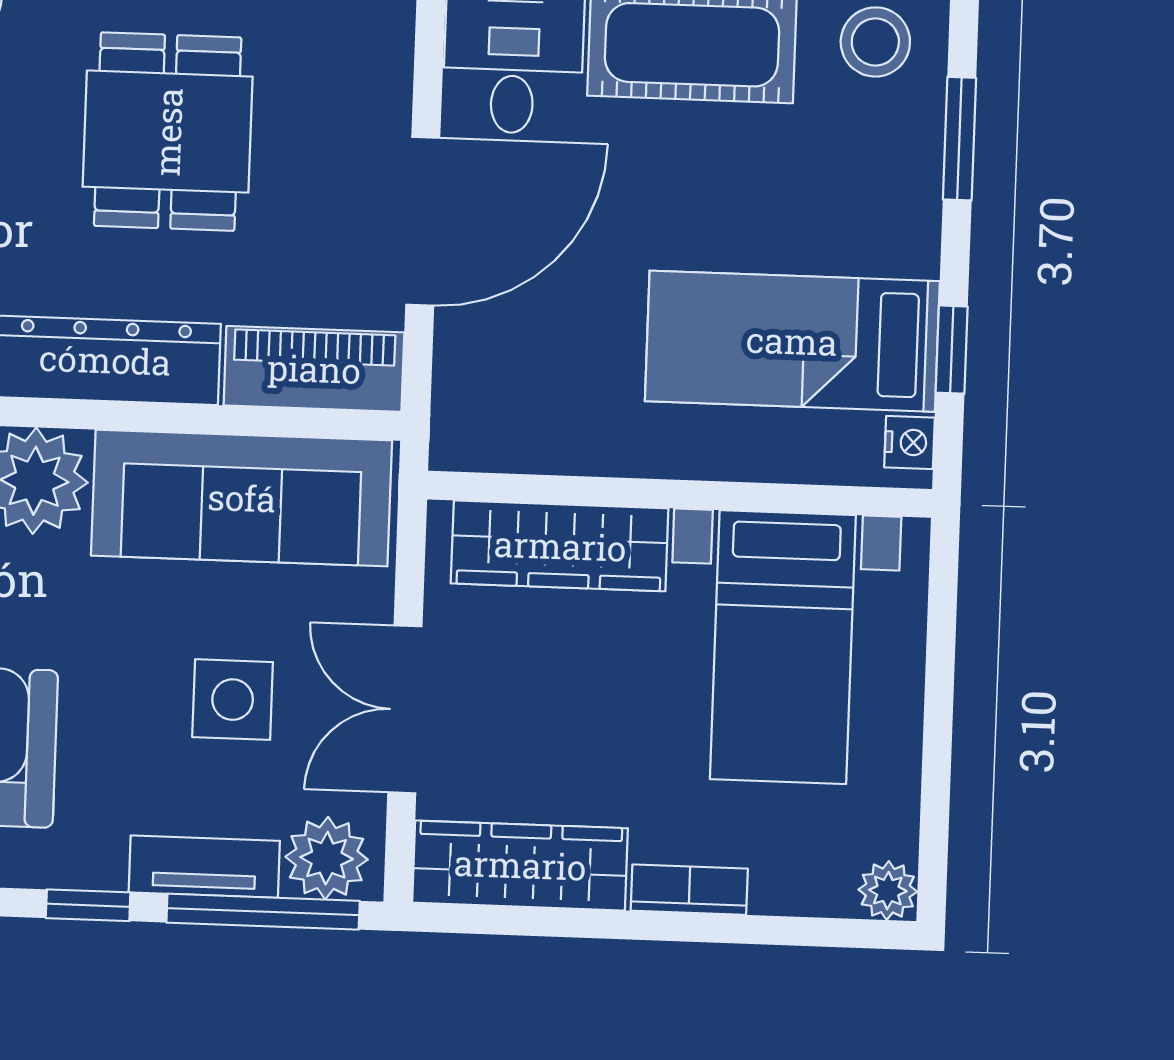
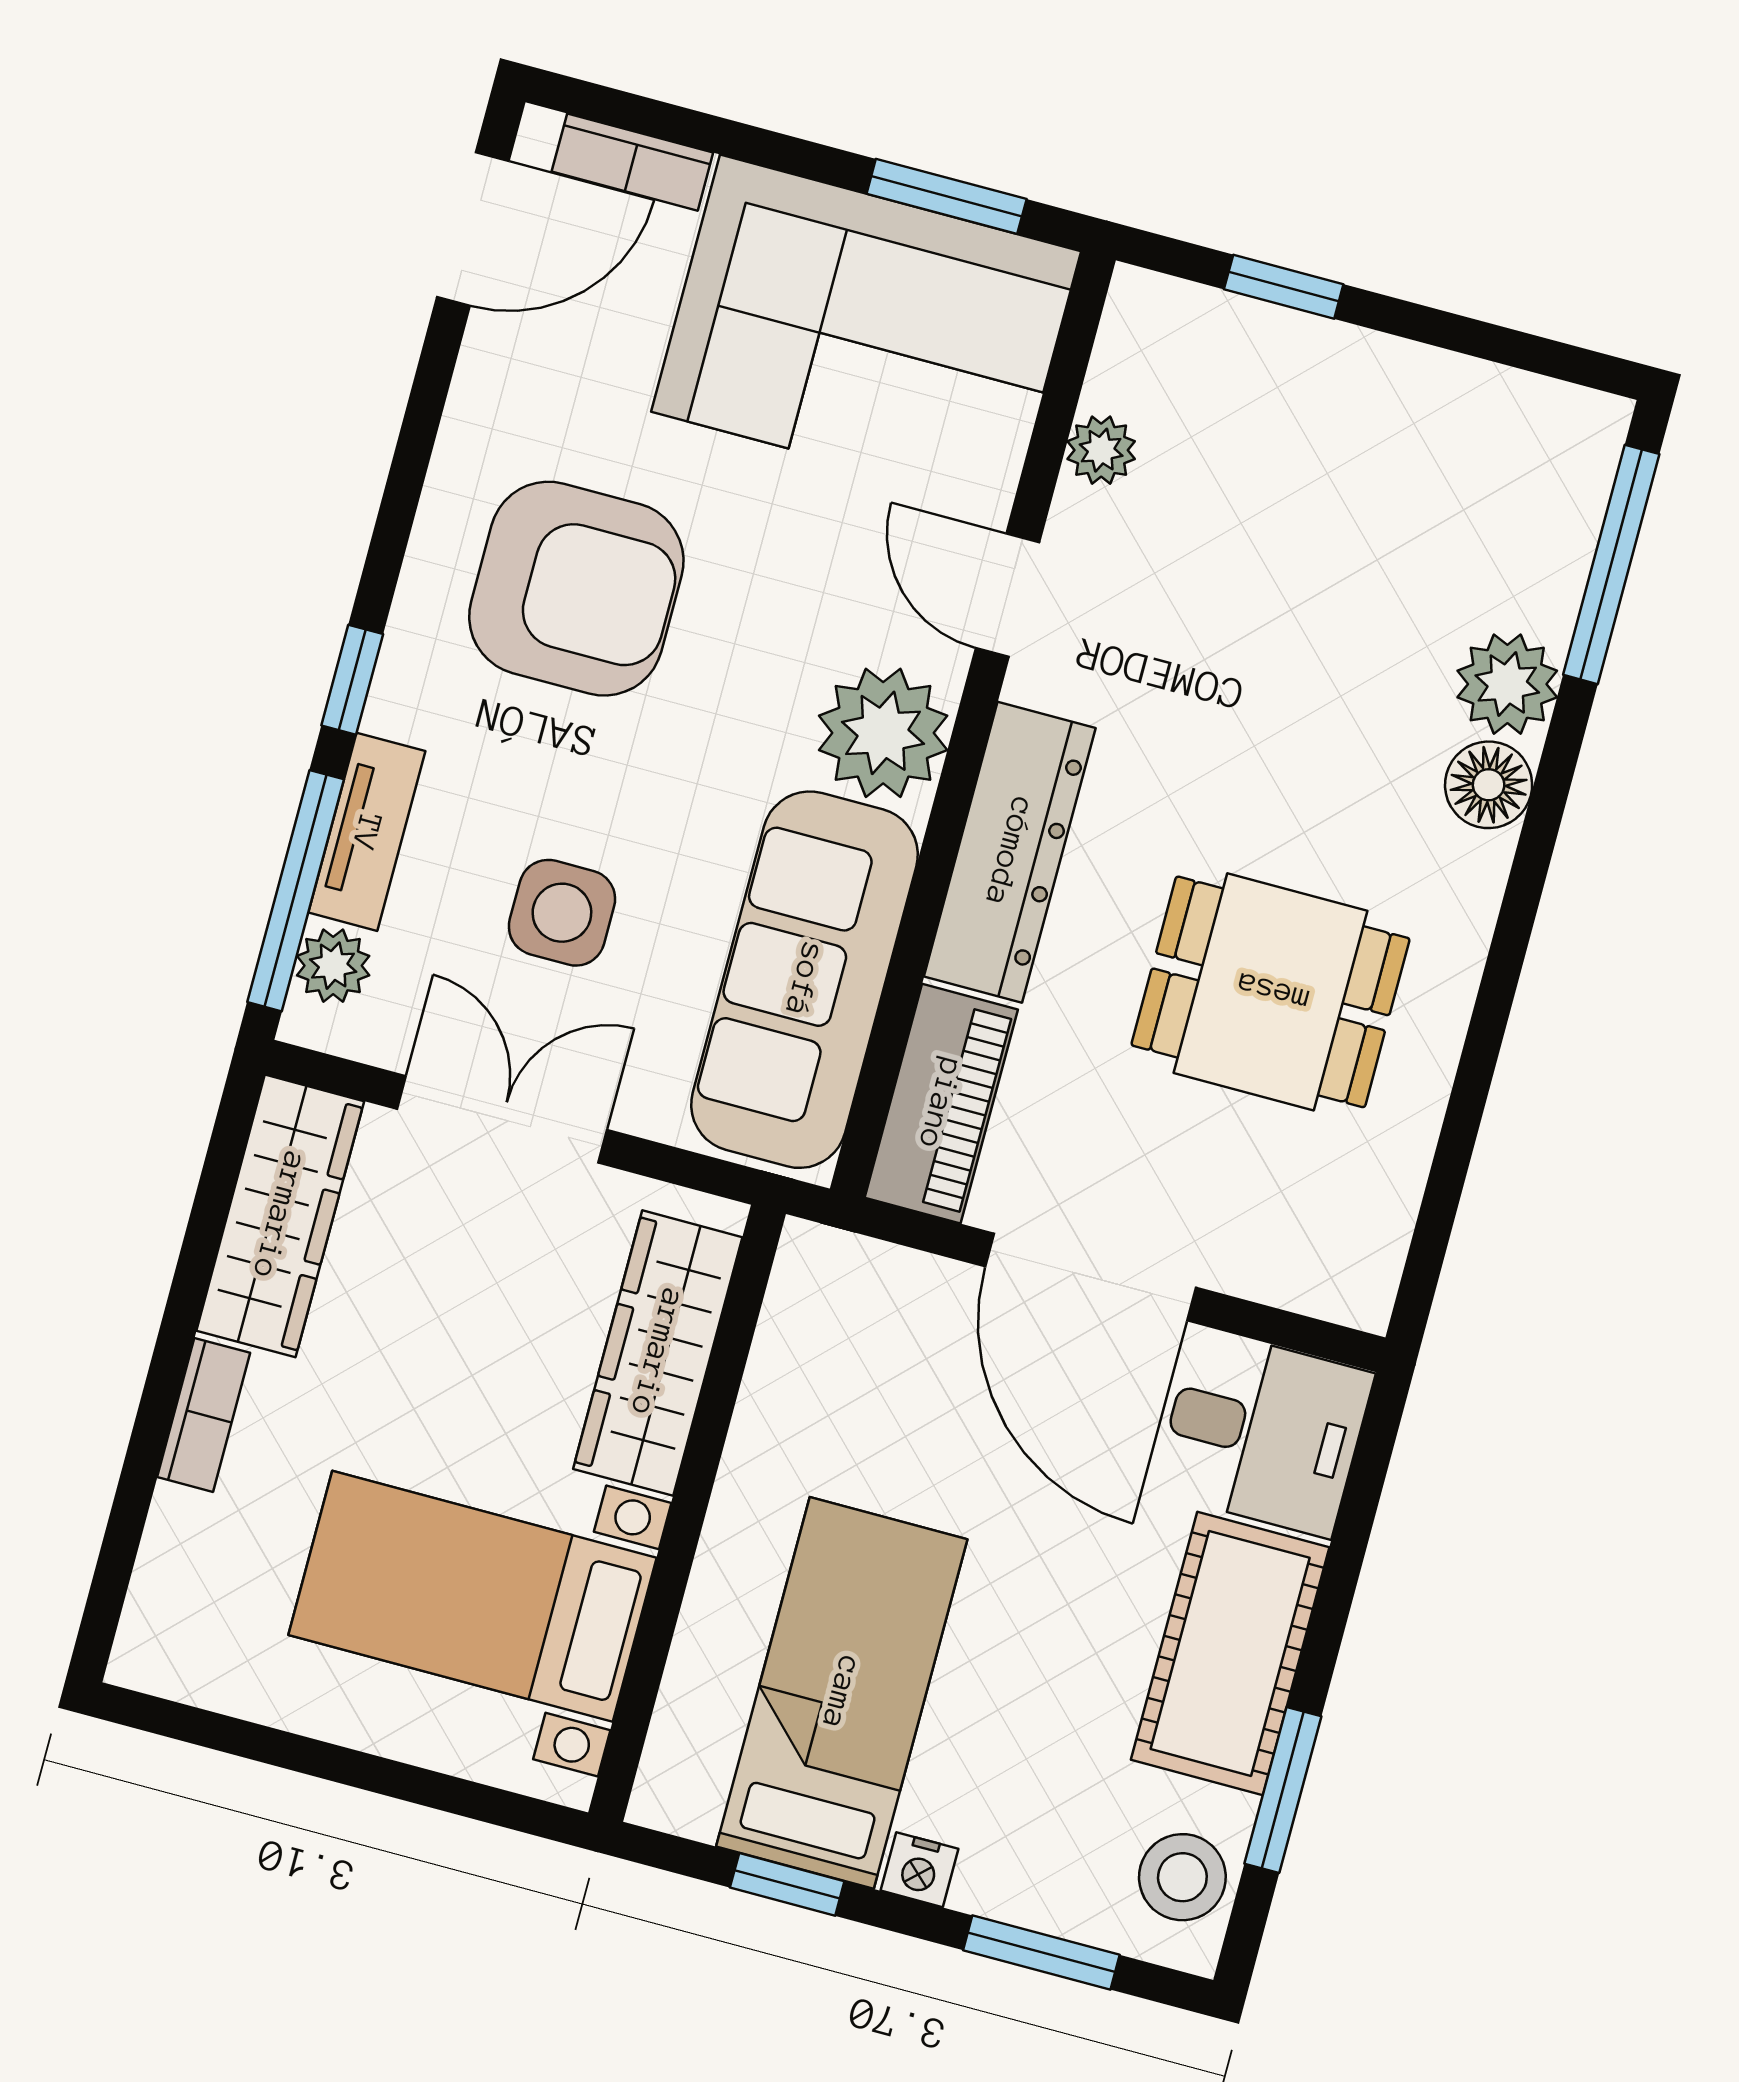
nightstand: (910, 442) -> (919, 1870), moved
plant: (327, 858) -> (333, 966), width x0.73, depth x0.73
plant: (888, 891) -> (147, 1656), removed

